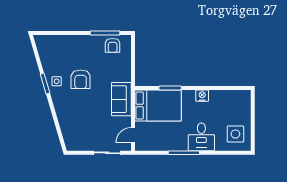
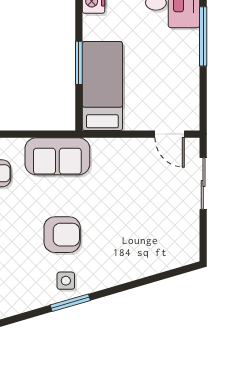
sofa: (121, 99) -> (57, 156), moved
bed: (158, 106) -> (102, 86), width x0.67

